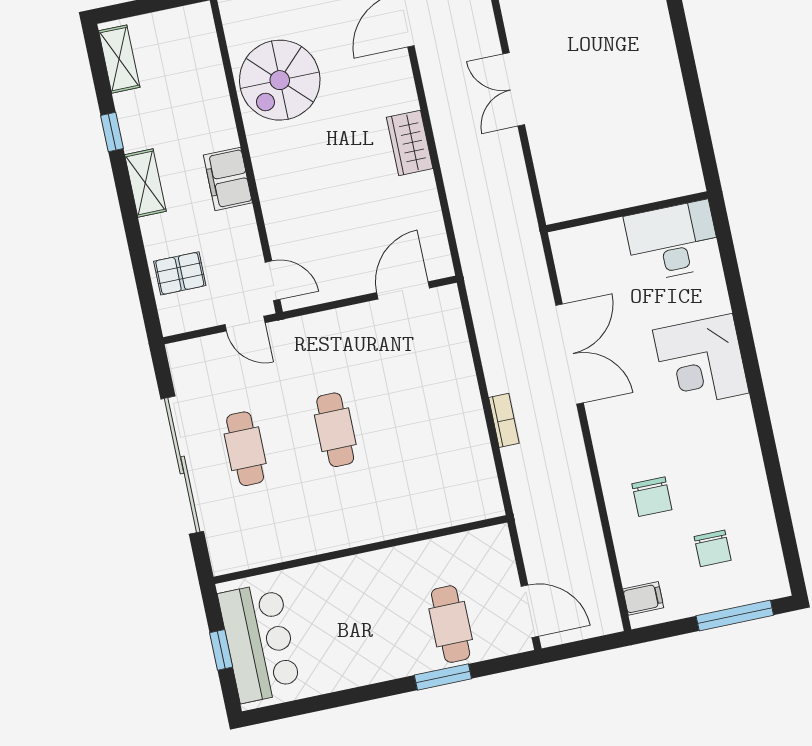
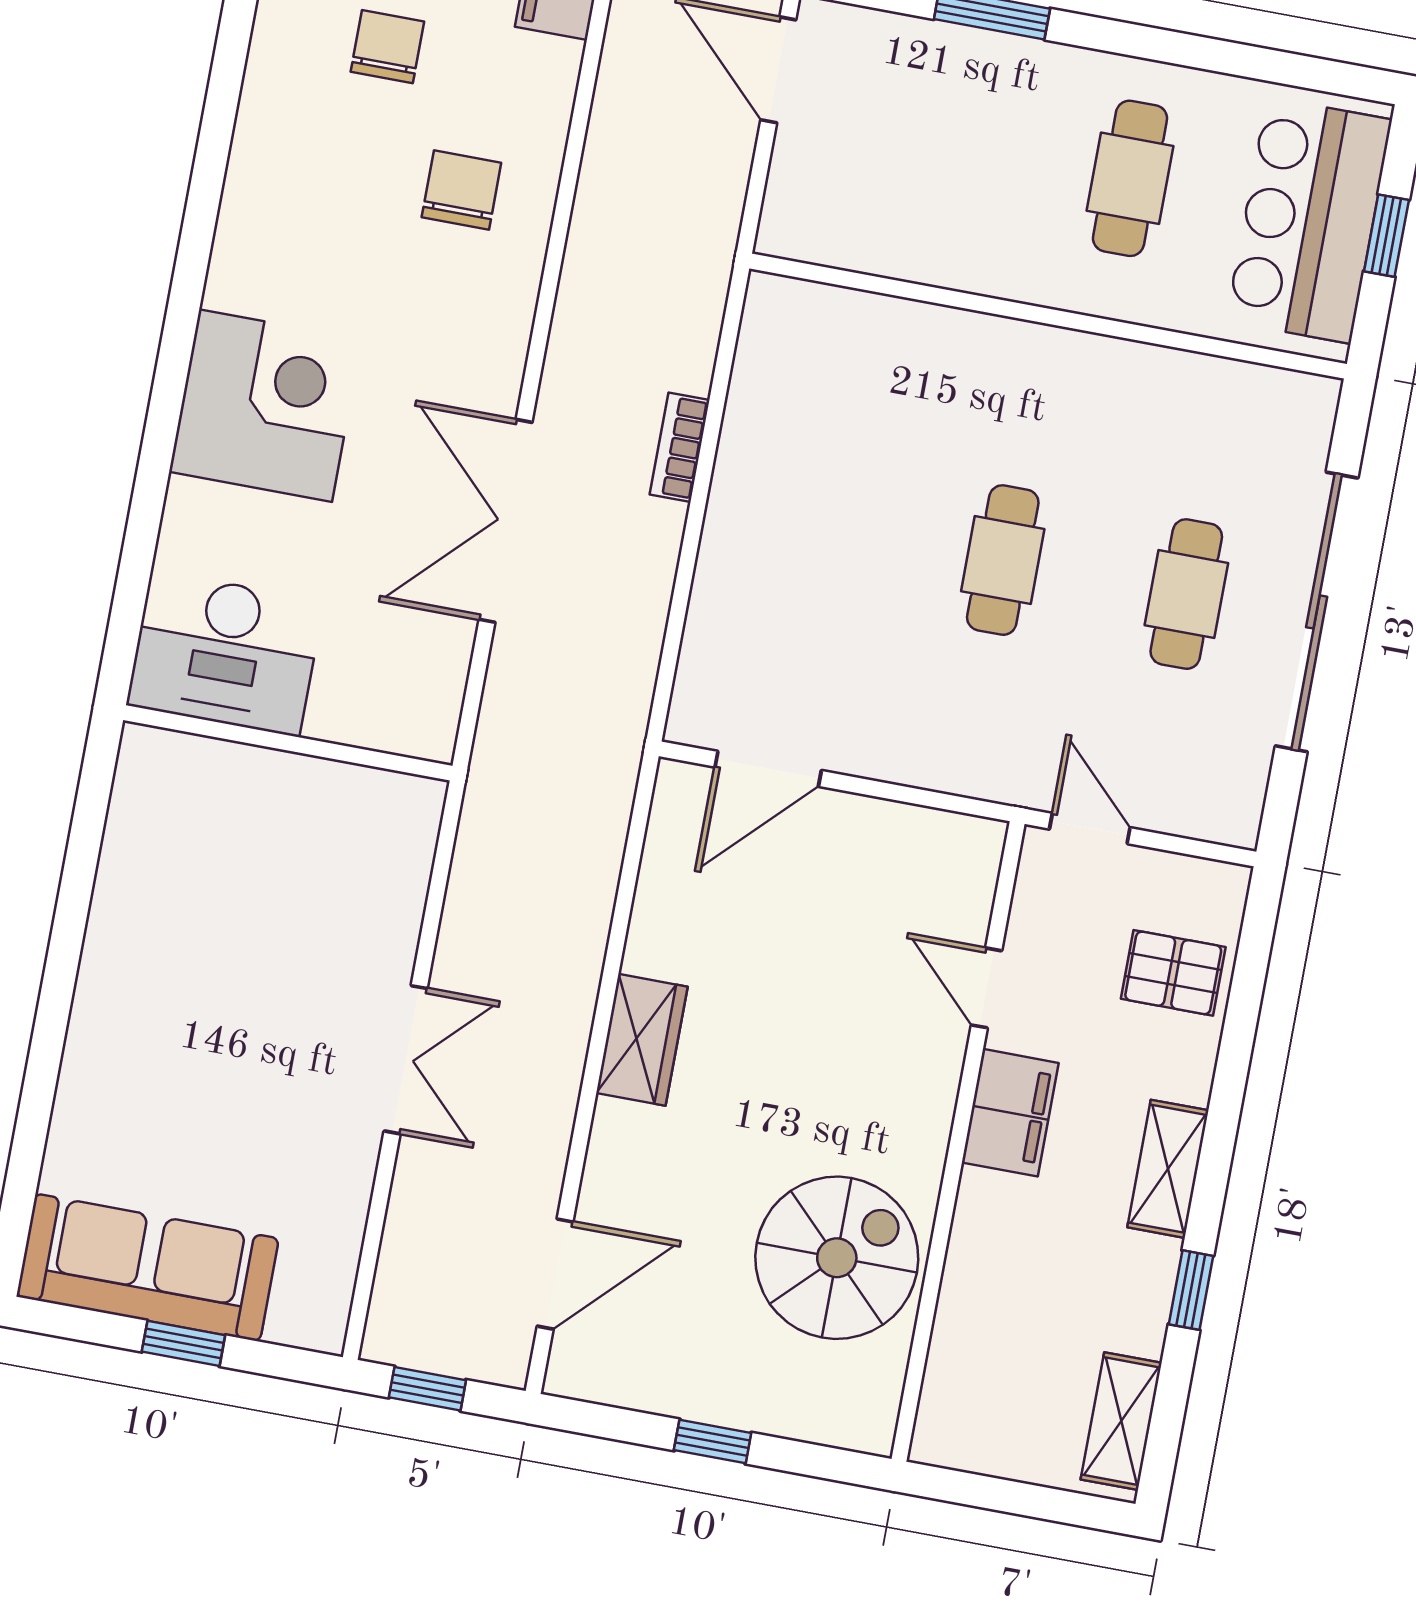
door: (273, 281) -> (987, 988), moved
cafe table: (451, 624) -> (1130, 178), moved

